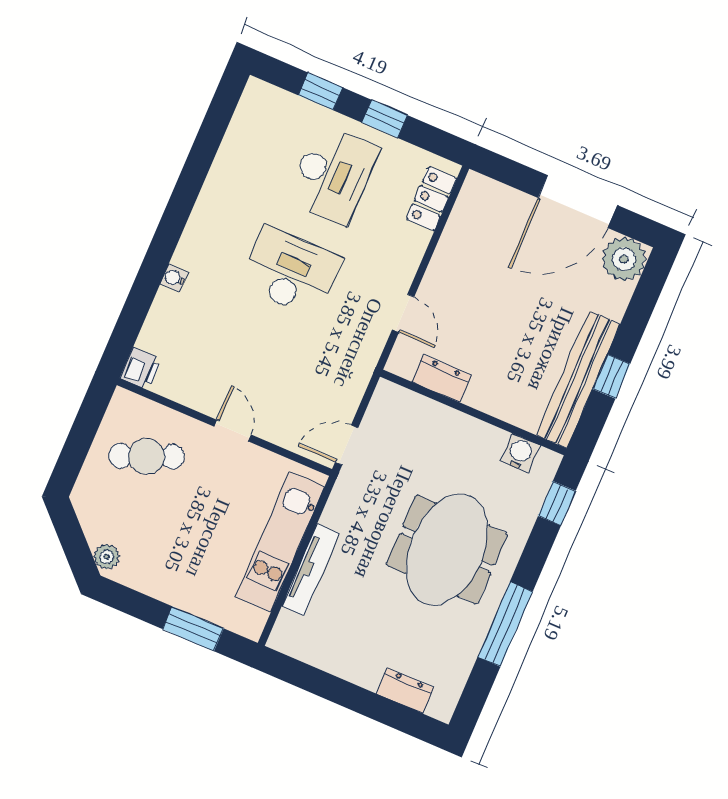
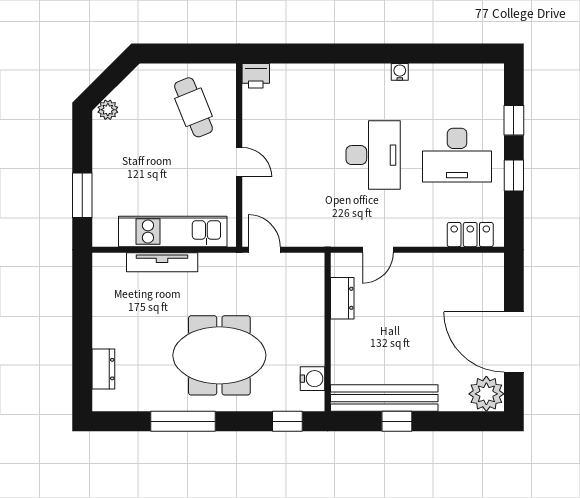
water cooler: (174, 278) -> (400, 72), moved
door: (233, 431) -> (239, 162), hinge flipped

